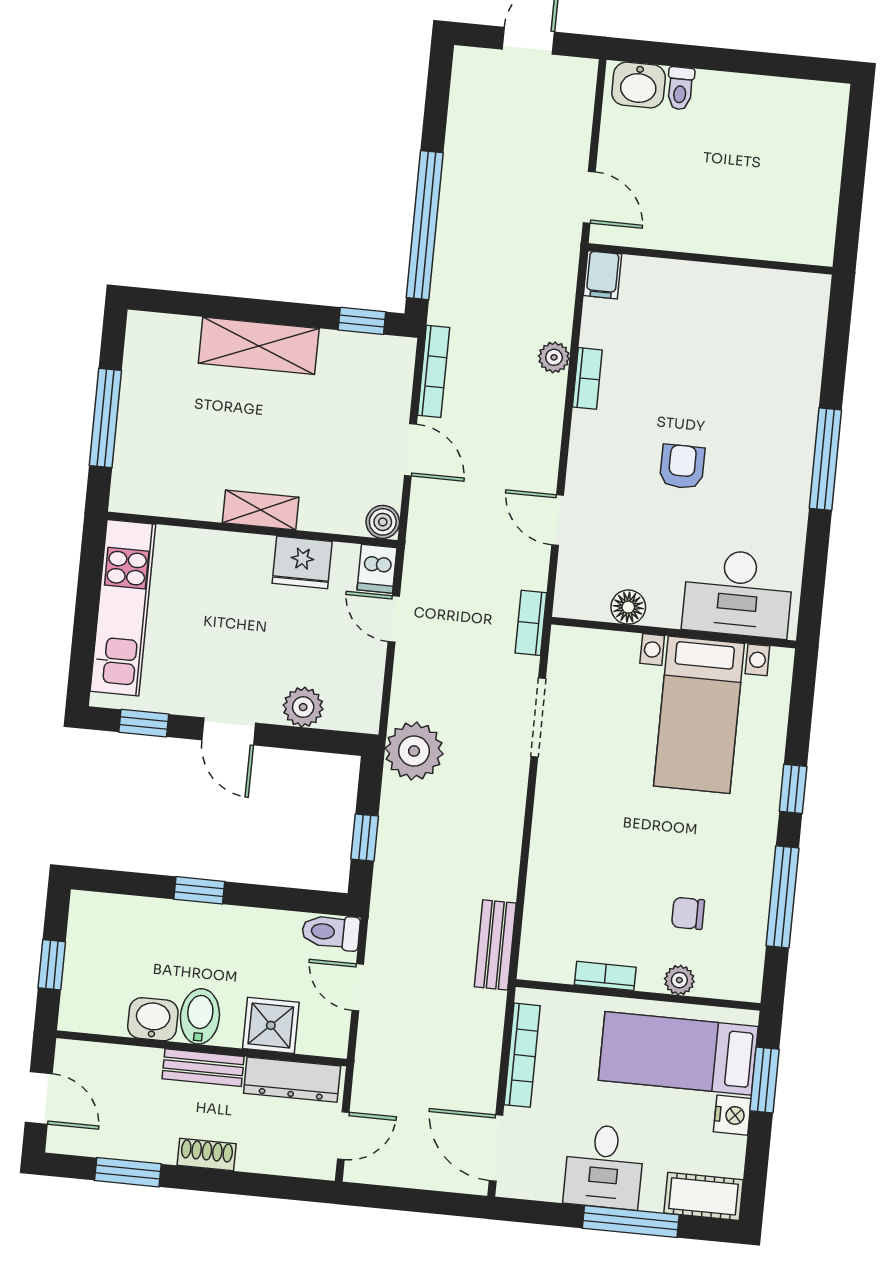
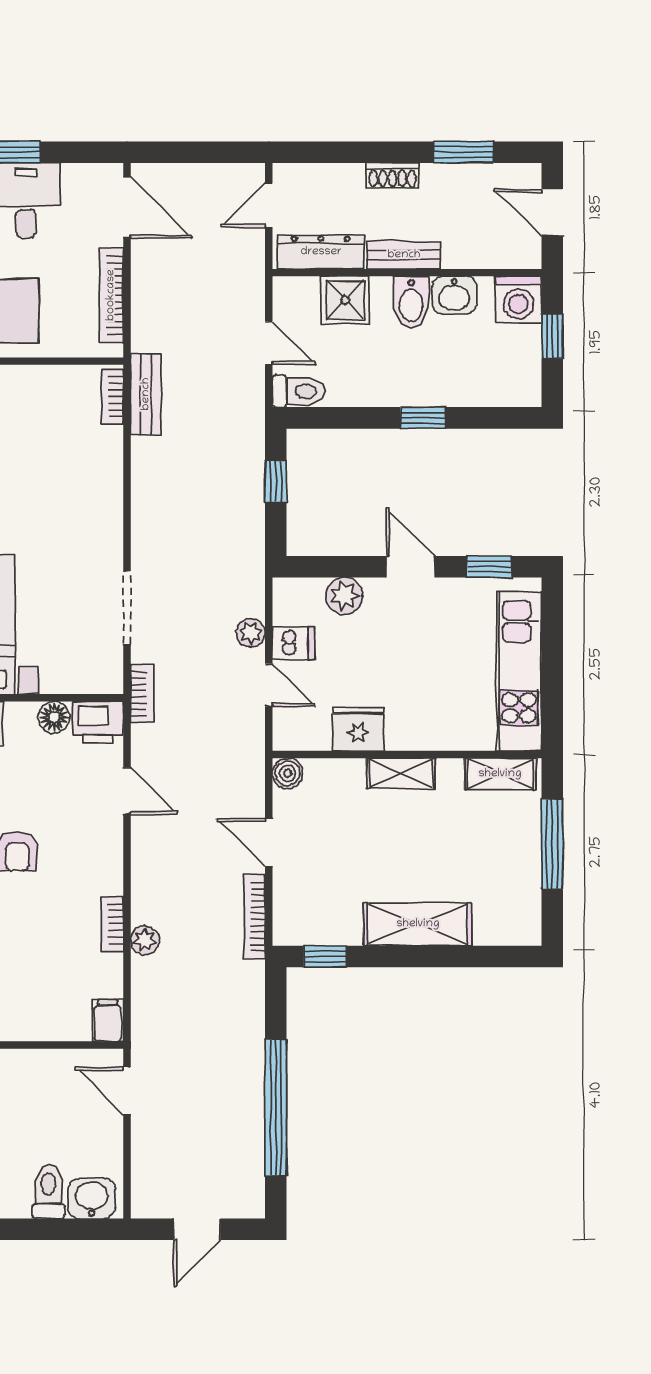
toilet: (680, 88) -> (49, 1192), width x1.37, depth x1.39
window: (425, 225) -> (276, 1107), moved
shelving: (154, 499) -> (500, 774), added
dishwasher: (377, 569) -> (293, 643), moved, turned 90
printer: (581, 597) -> (98, 722), added
plant: (414, 751) -> (251, 633), moved, width x0.53, depth x0.53
bookcase: (605, 976) -> (112, 396), moved, turned 90
washing machine: (84, 1008) -> (518, 299), added

